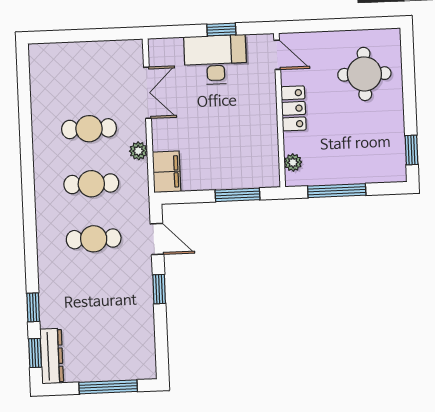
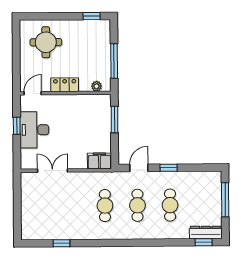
cafe table: (89, 129) -> (170, 205), moved
plant: (138, 151) -> (86, 177), removed
window: (33, 307) -> (62, 243), moved

